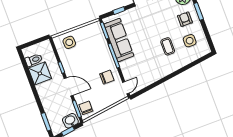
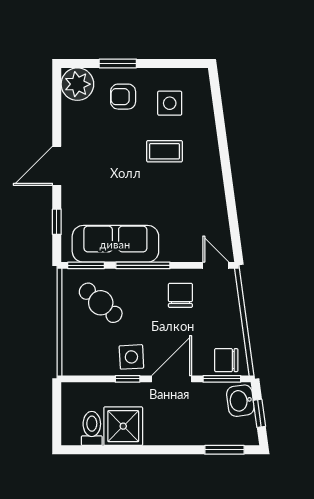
side table: (69, 42) -> (131, 357), moved
cafe table: (90, 43) -> (101, 303), added

